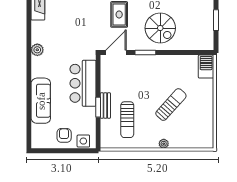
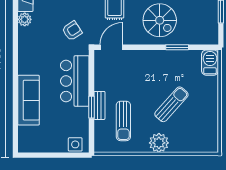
plant: (37, 50) -> (25, 19), moved
window: (145, 53) -> (177, 47), moved
armchair: (64, 135) -> (72, 31), moved, turned 57
plant: (164, 144) -> (159, 143), width x1.88, depth x1.88

